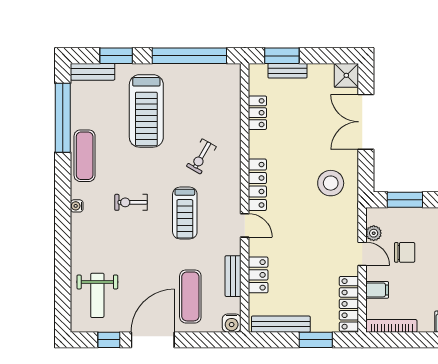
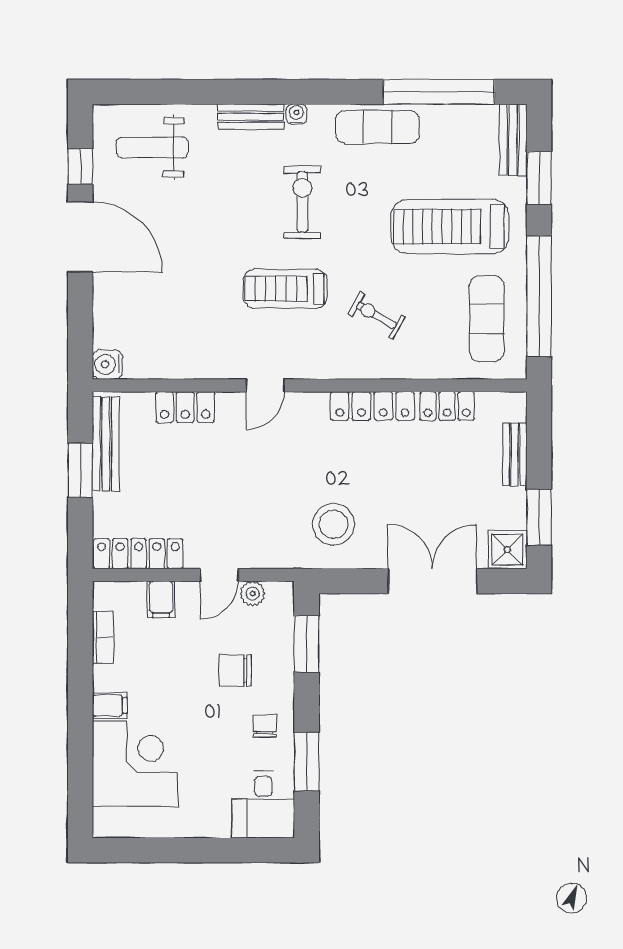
window: (282, 56) -> (539, 517), moved
locker: (257, 185) -> (372, 406), moved
exercise bike: (131, 202) -> (302, 202), width x1.38, depth x1.39
chair: (405, 252) -> (235, 670), moved, turned 90
bench: (233, 276) -> (251, 117), moved
exercise mat: (190, 296) -> (487, 319), moved, turned 90
bookcase: (392, 326) -> (103, 637), width x0.64
window: (316, 340) -> (80, 470), moved

